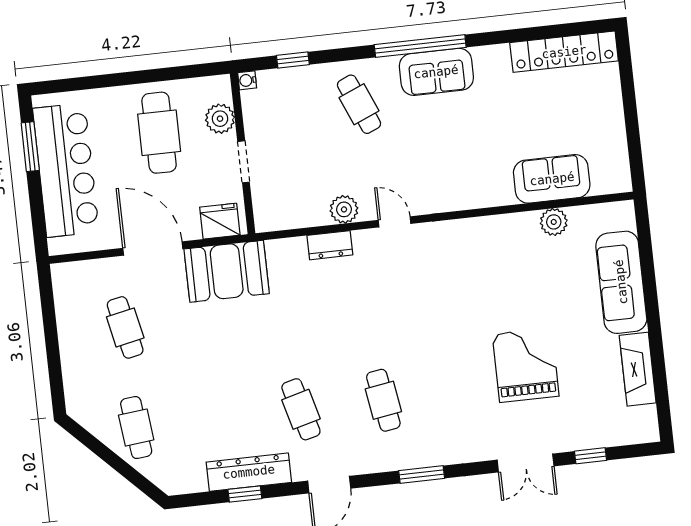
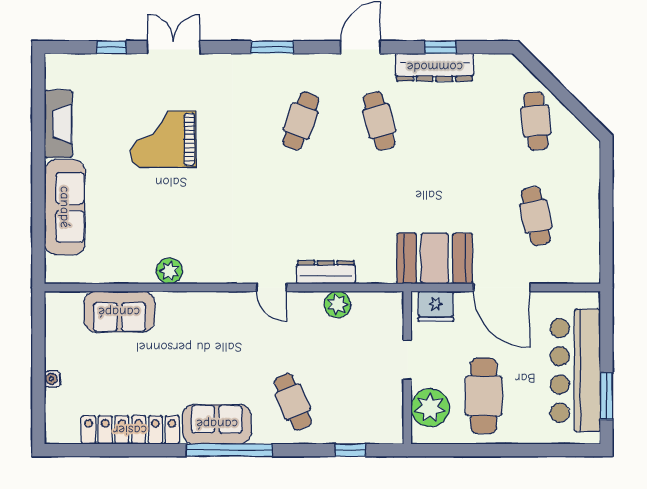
locker: (564, 52) -> (130, 430), moved
water cooler: (247, 80) -> (53, 379), moved, turned 180
plant: (220, 119) -> (430, 408), width x1.36, depth x1.36
plant: (344, 209) -> (337, 304), moved
plant: (554, 222) -> (169, 271), moved
dresser: (330, 245) -> (326, 272), width x1.44
grand piano: (526, 365) -> (163, 139), turned 90
cafe table: (383, 400) -> (301, 121), turned 30

